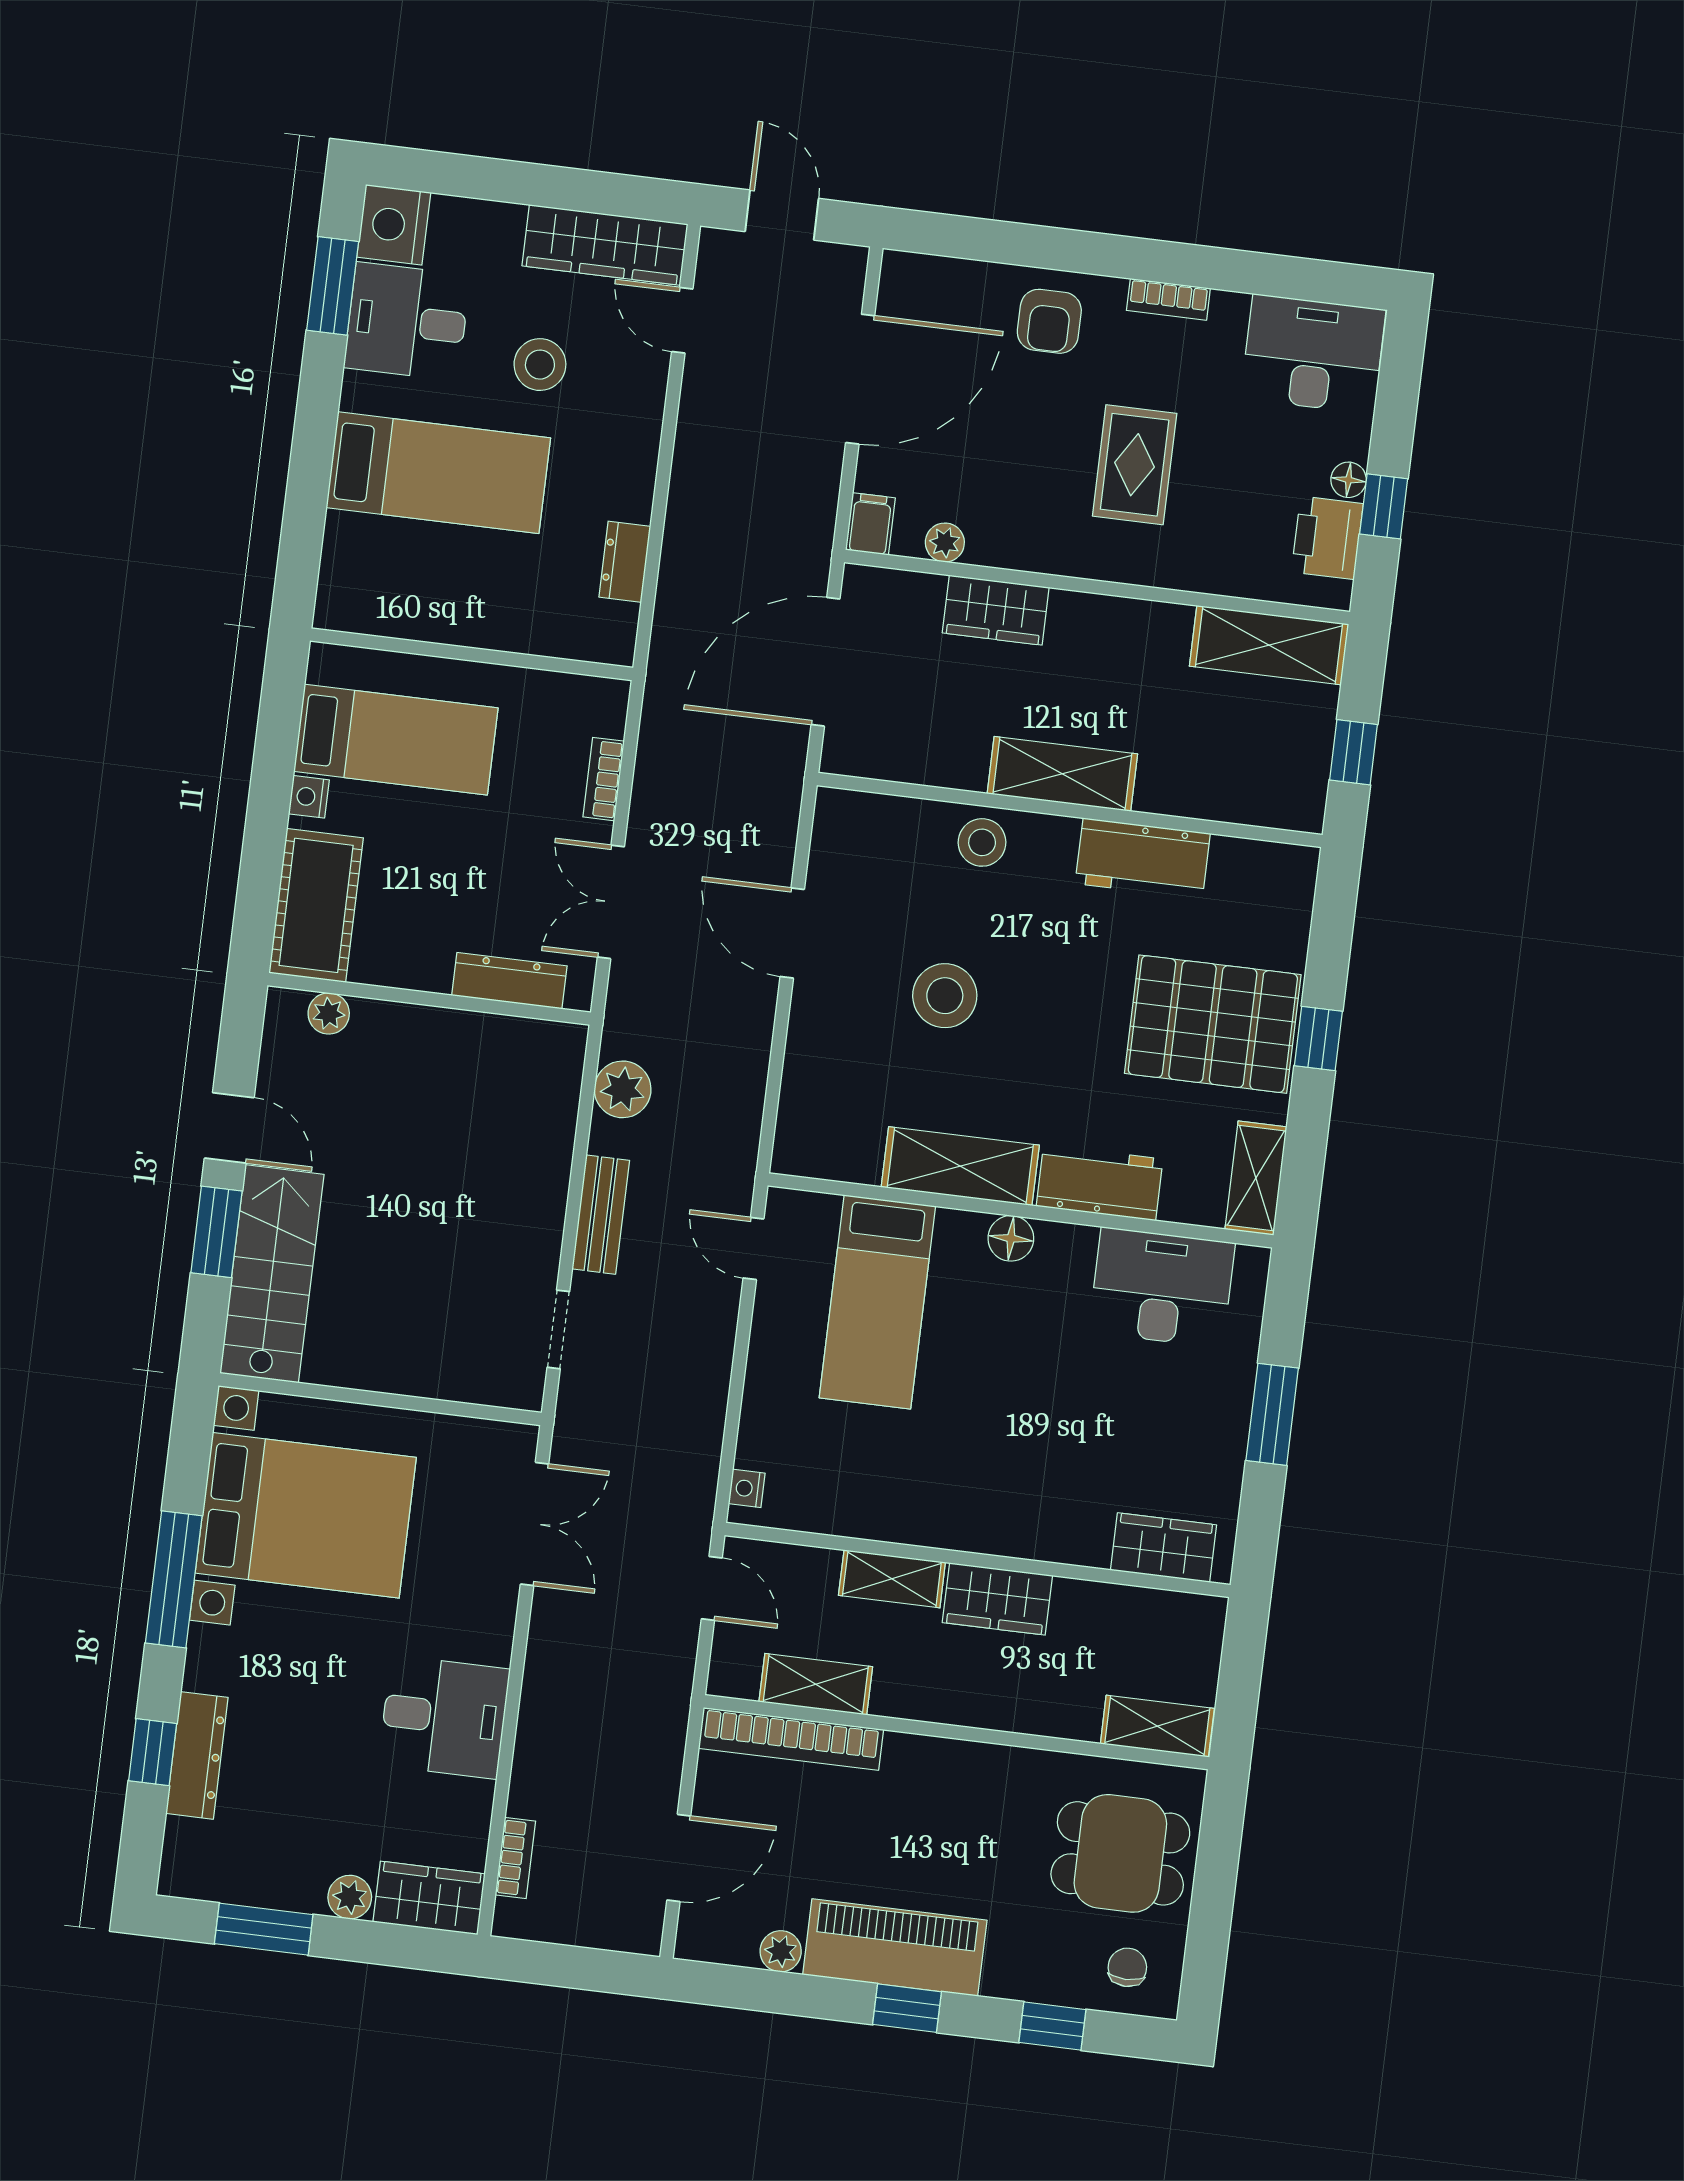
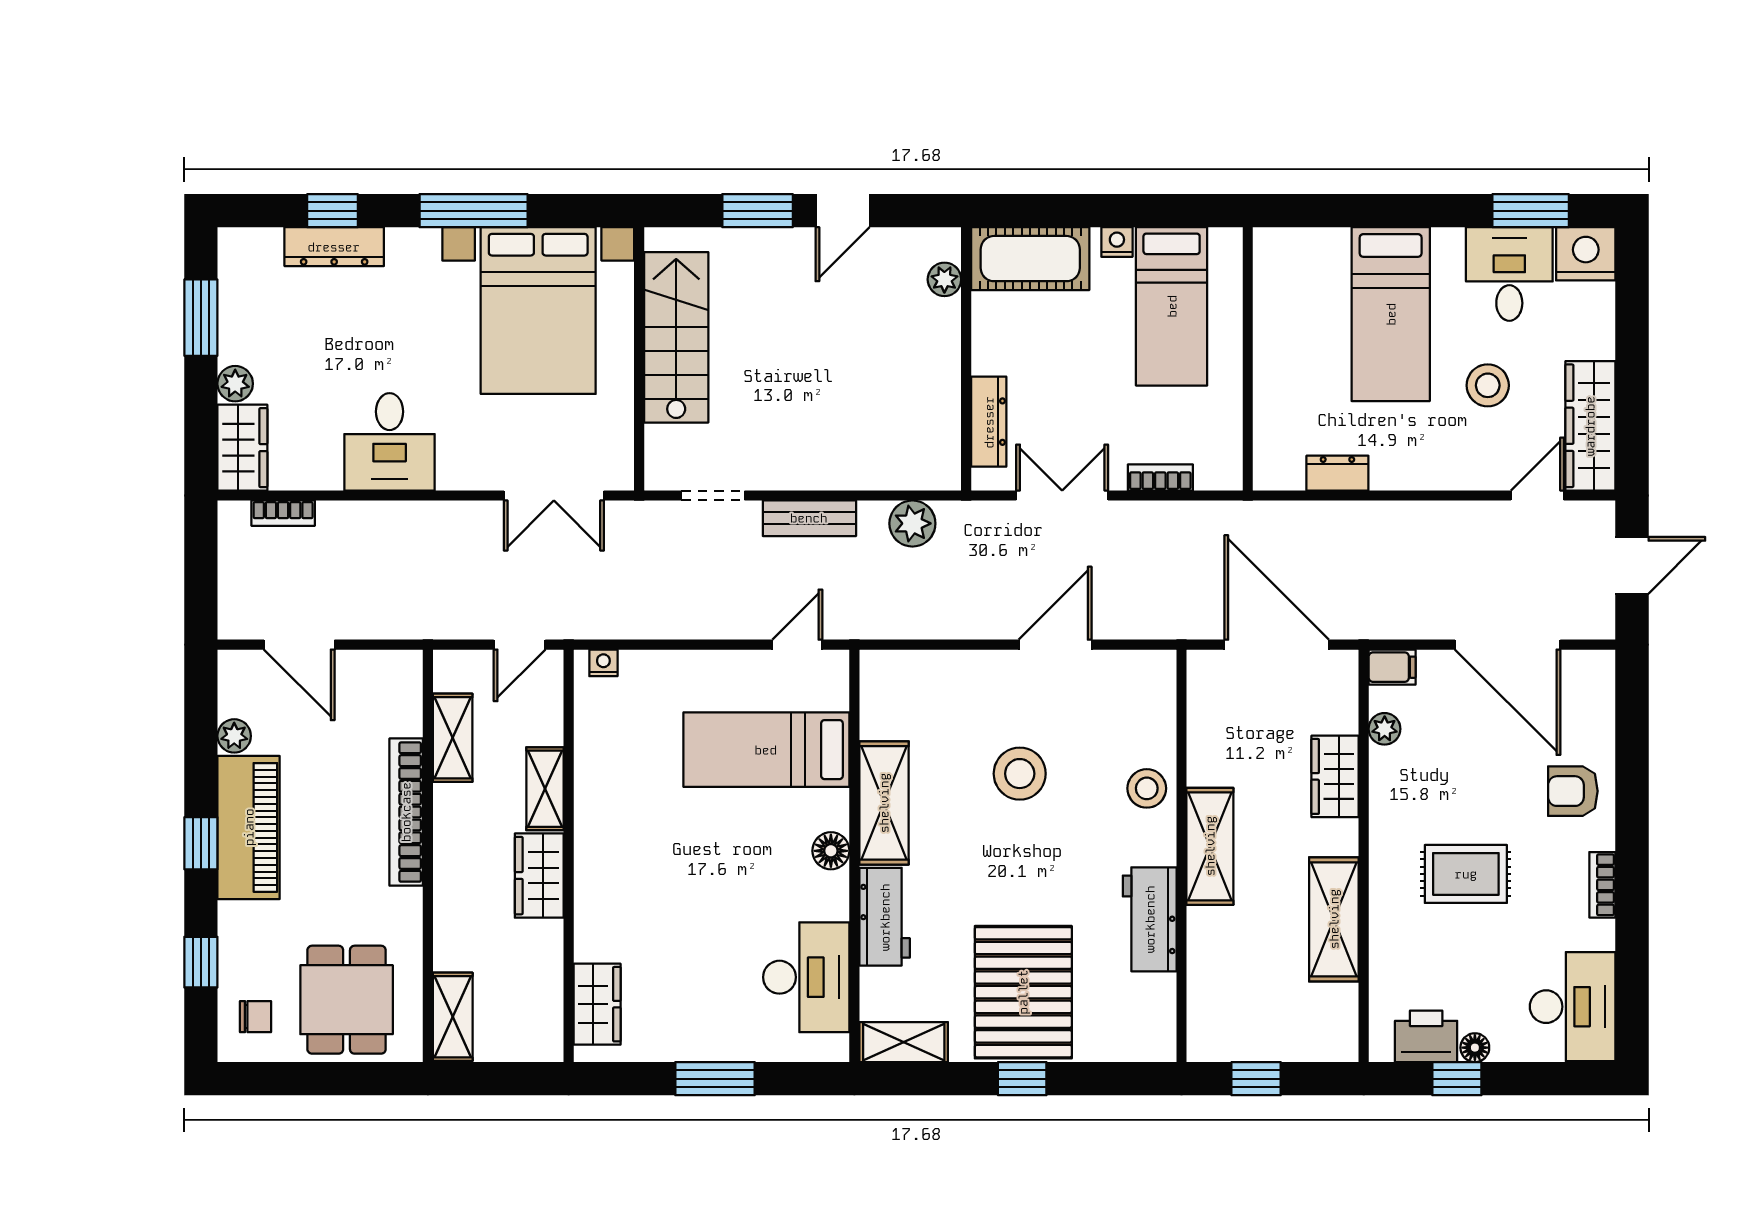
shelving: (1269, 645) -> (1334, 919), moved
stairs: (272, 1274) -> (676, 337), moved, turned -90
bookcase: (791, 1739) -> (406, 812), moved

